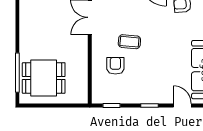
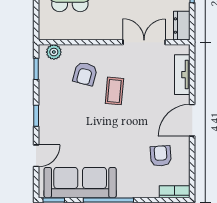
armchair: (115, 66) -> (85, 74), turned 105
plant: (98, 91) -> (54, 52), added

